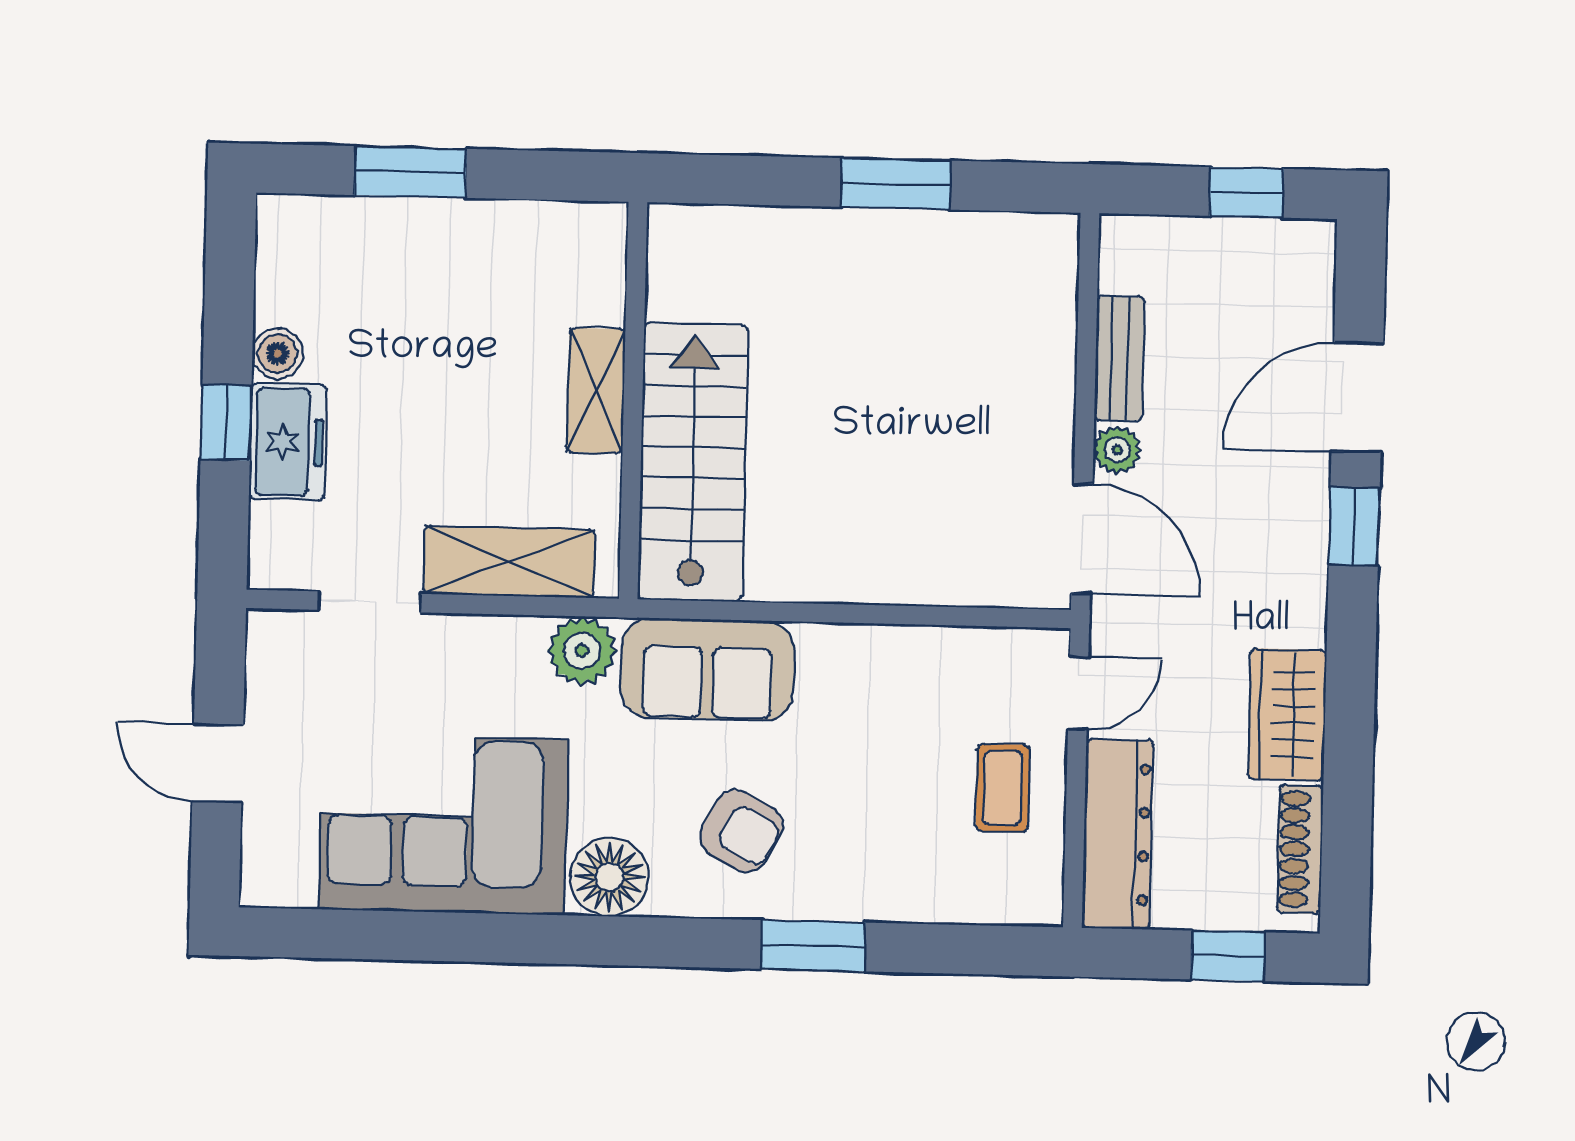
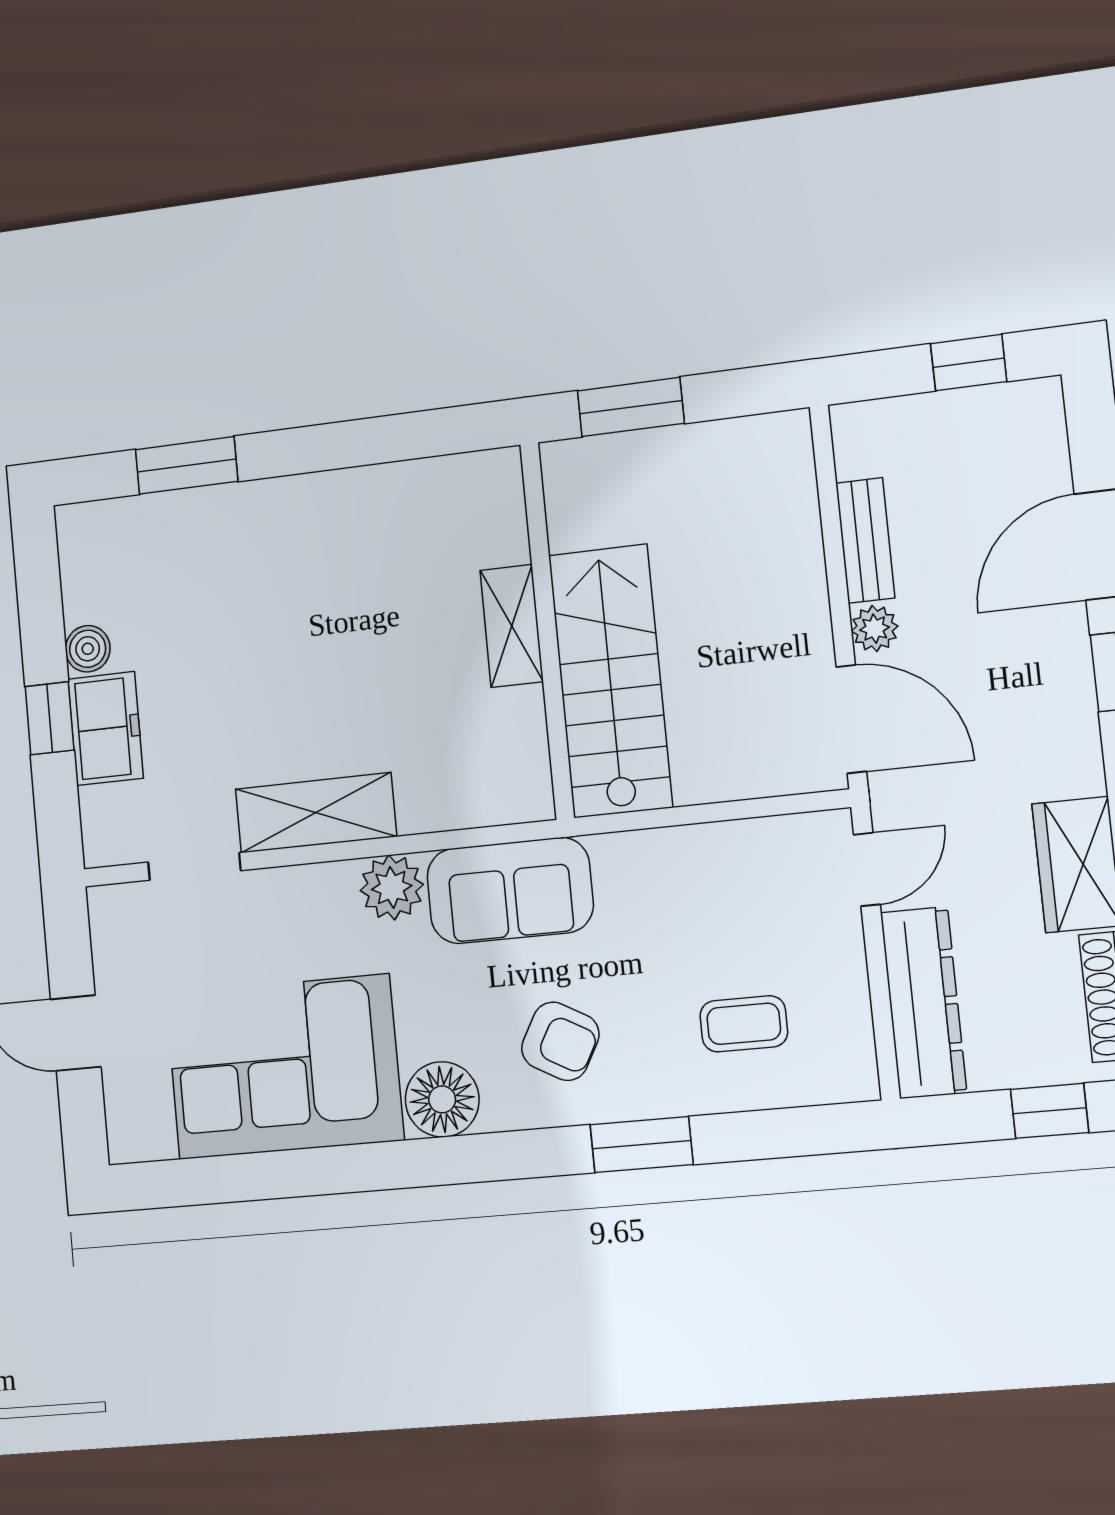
shelving: (596, 391) -> (512, 626), moved
wall: (633, 400) -> (547, 630), moved
stairs: (693, 462) -> (610, 681), moved
coffee table: (1003, 788) -> (744, 1024), moved, turned 90

